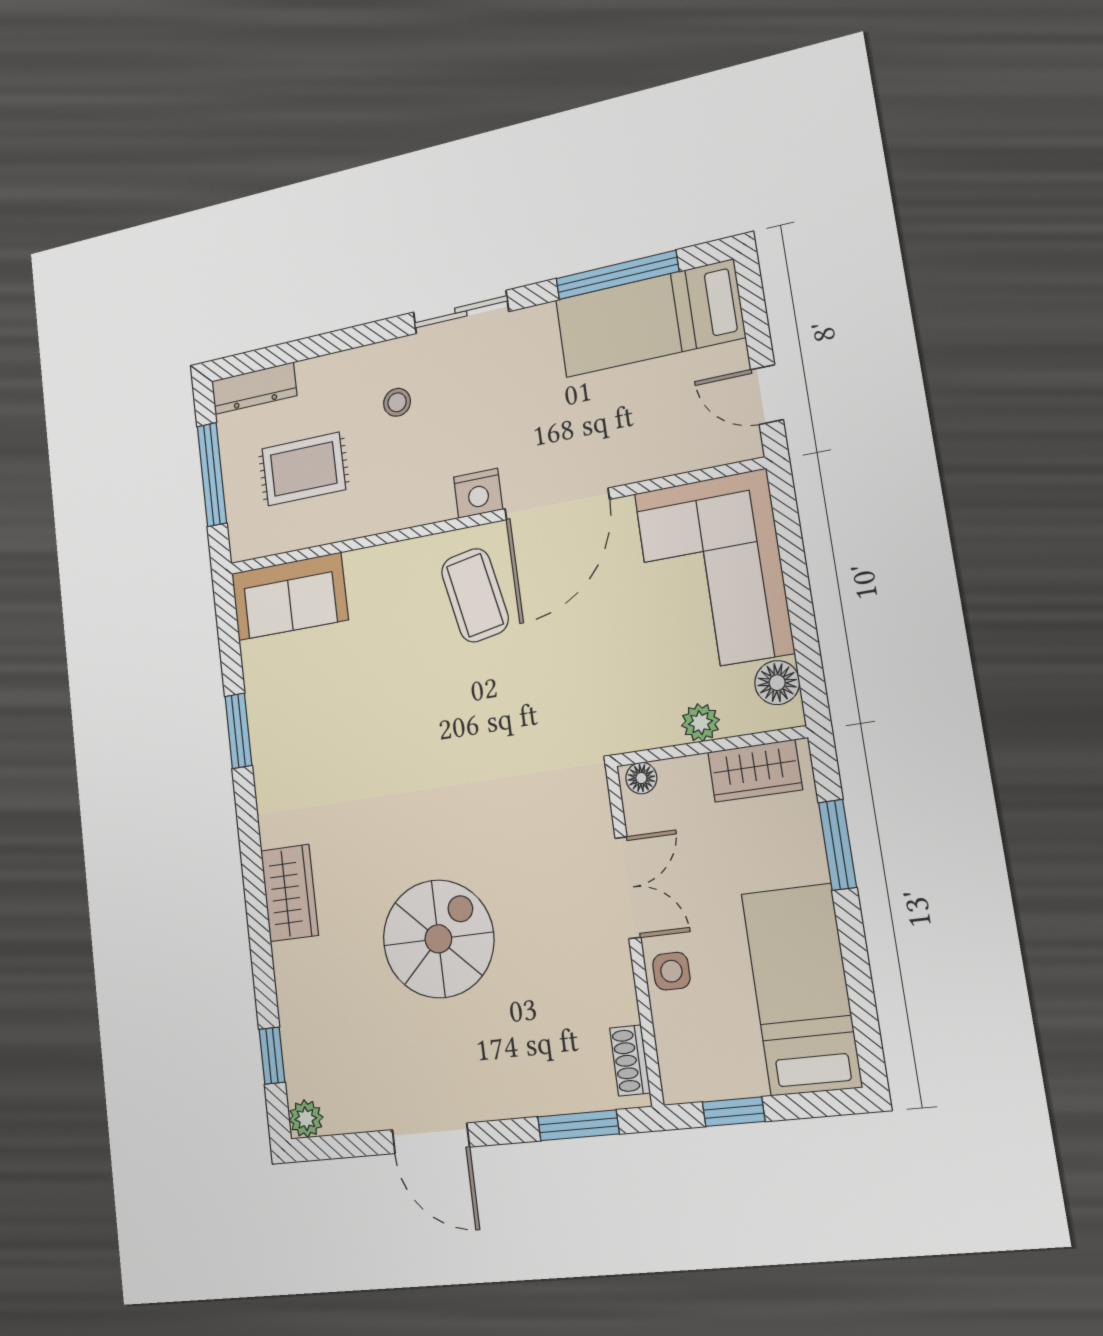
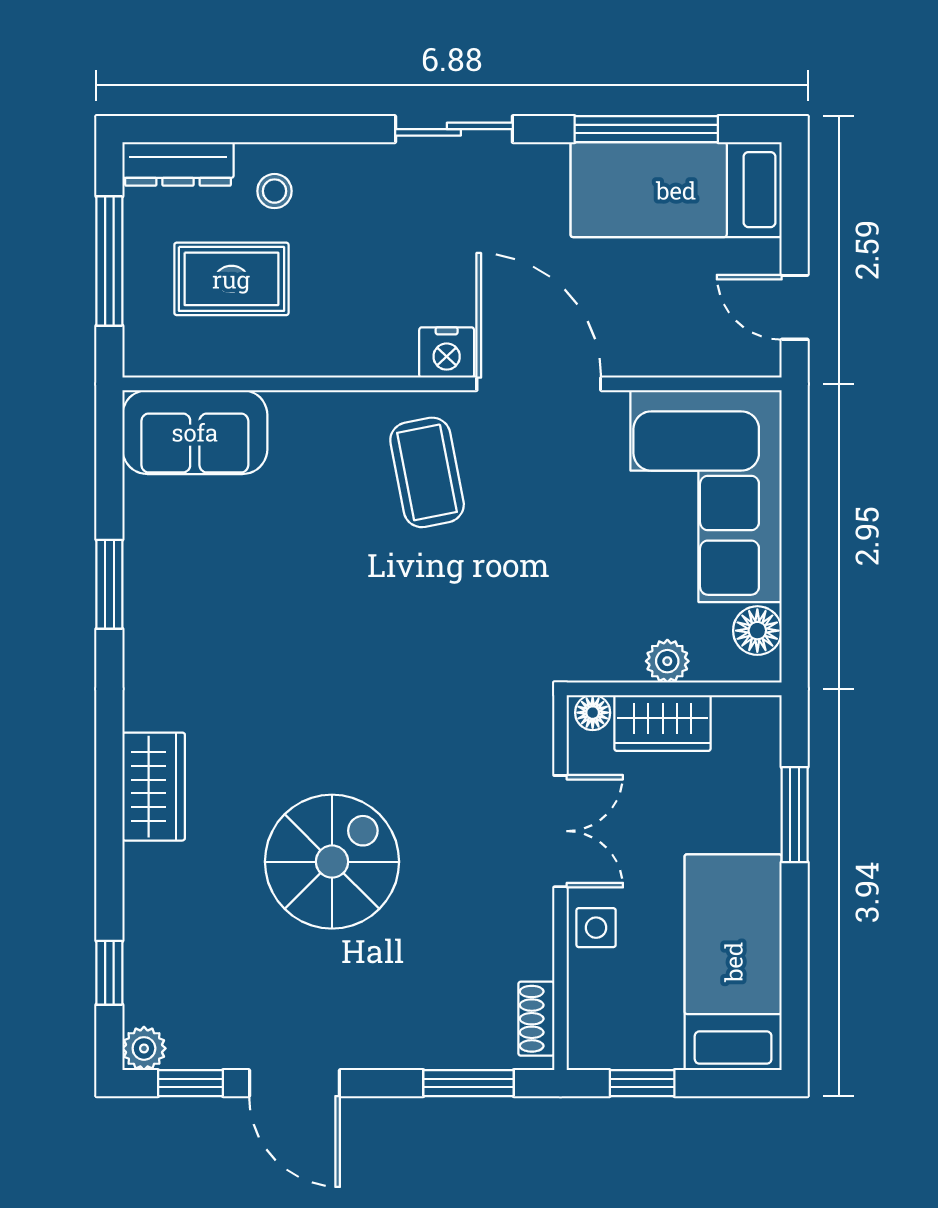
stool: (397, 402) -> (274, 191), moved
door: (557, 504) -> (539, 384), swing flipped
wardrobe: (755, 771) -> (663, 723), moved
window: (346, 1146) -> (191, 1083), added

